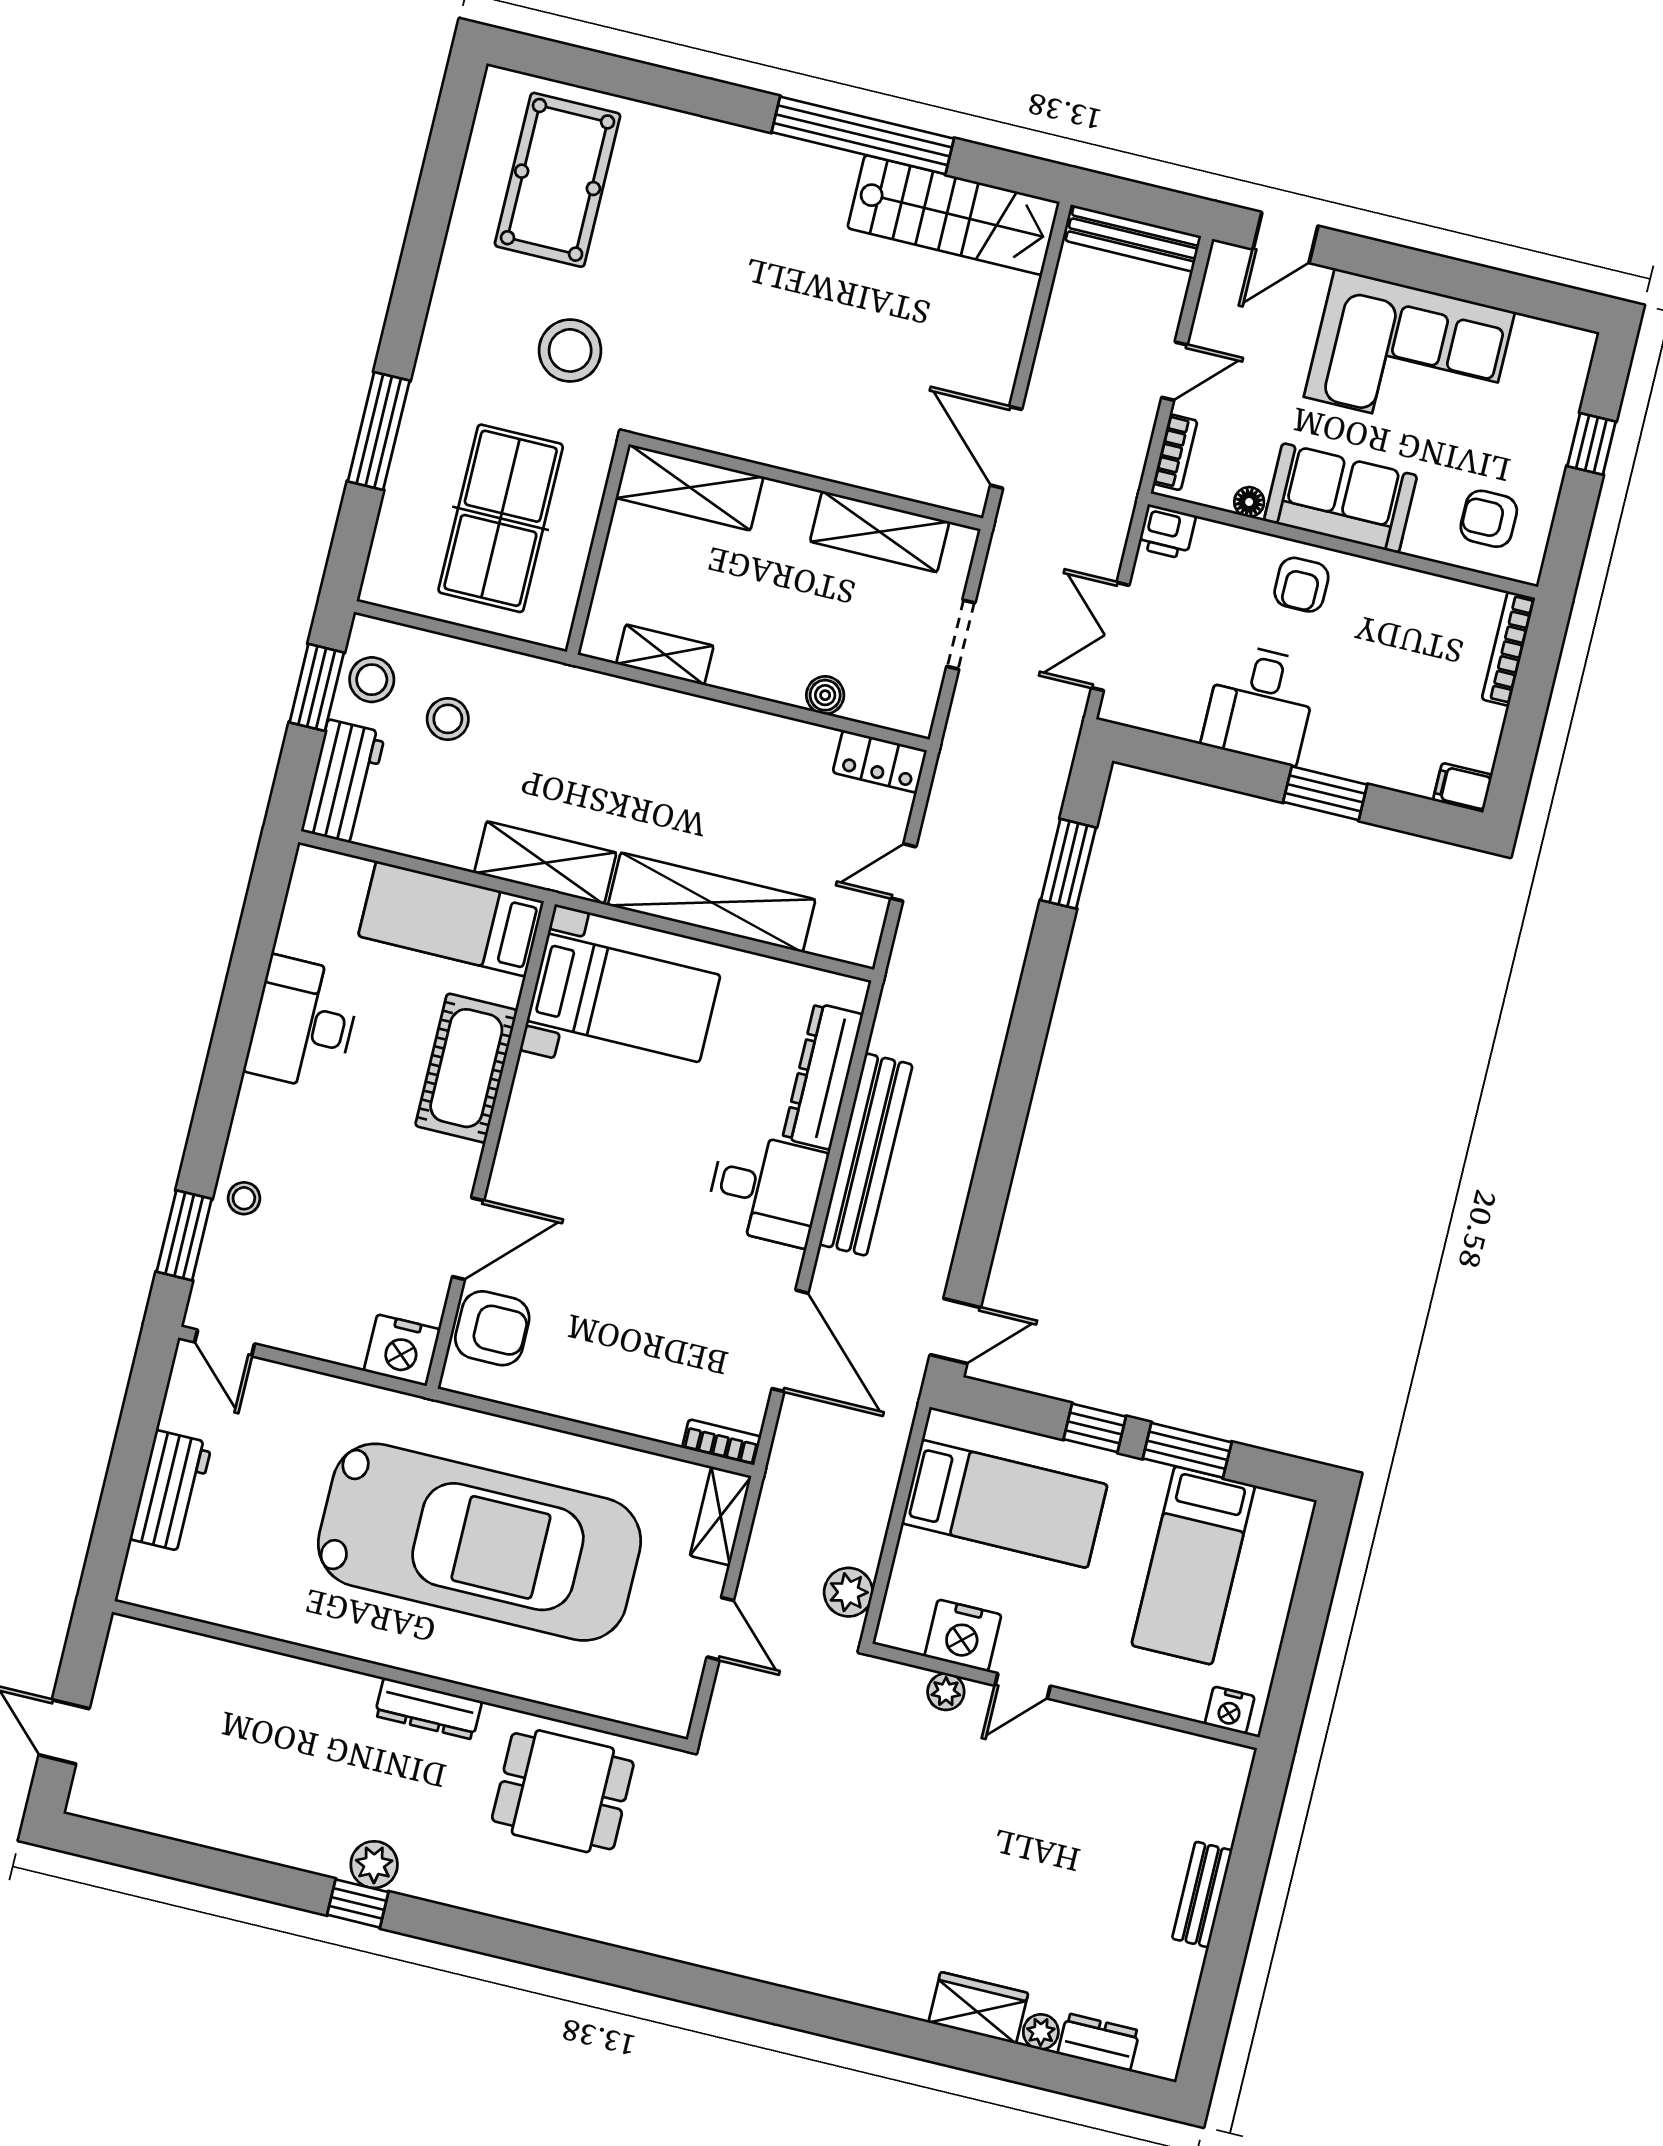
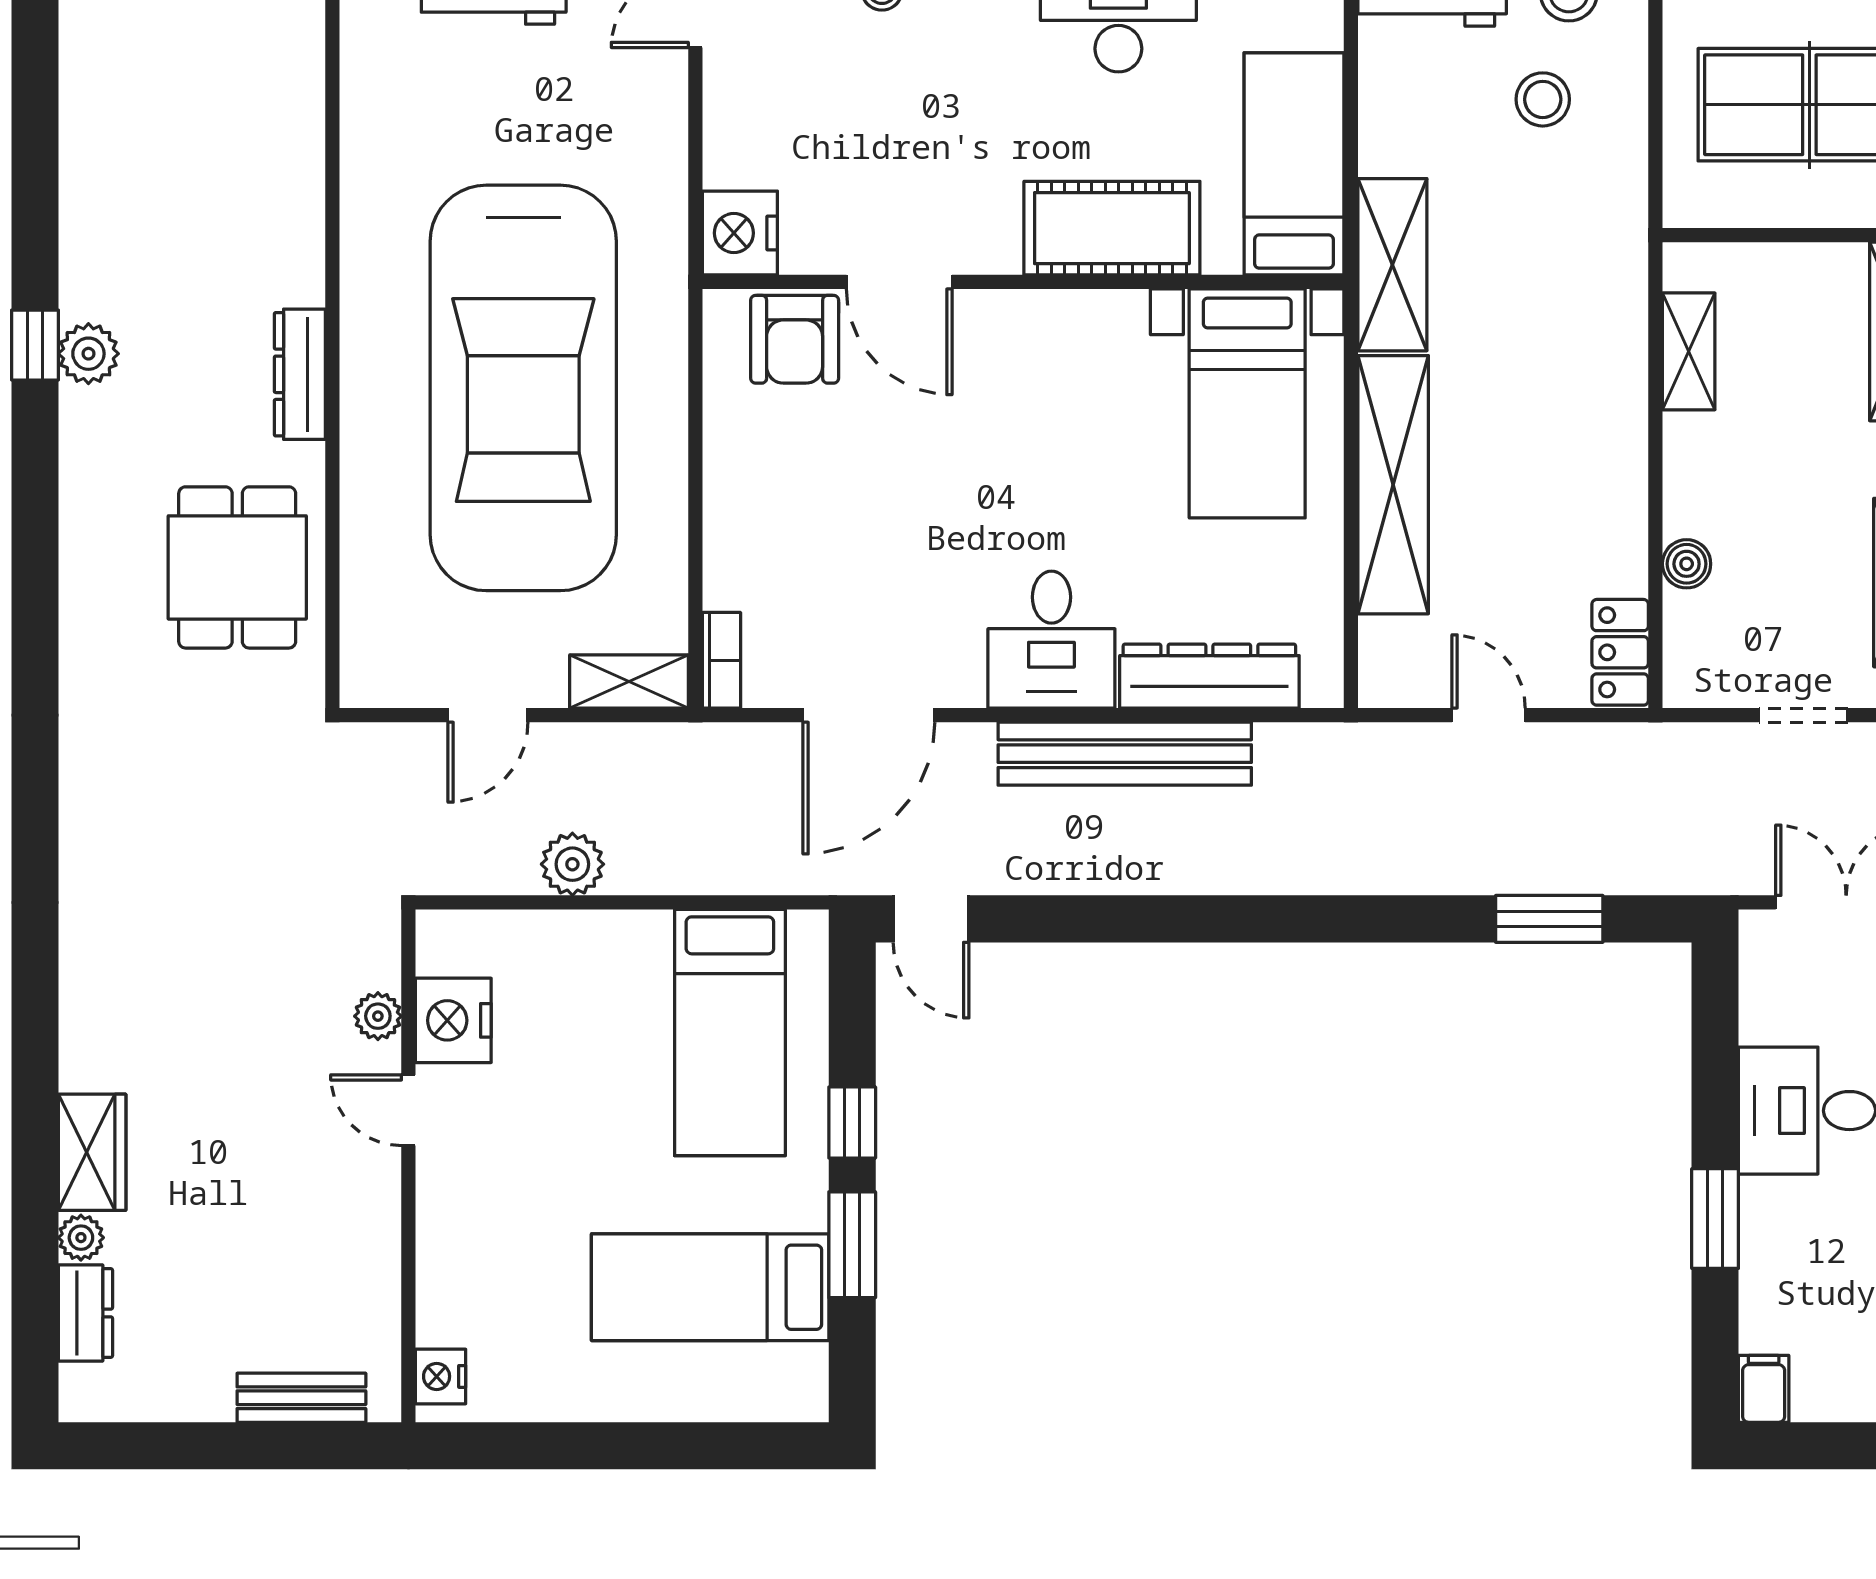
nightstand: (963, 1636) -> (453, 1020), moved
door: (1023, 1686) -> (408, 1110), moved
plant: (946, 1692) -> (378, 1016), moved
wall: (1065, 1696) -> (408, 1166), moved
nightstand: (1230, 1710) -> (441, 1376), moved

